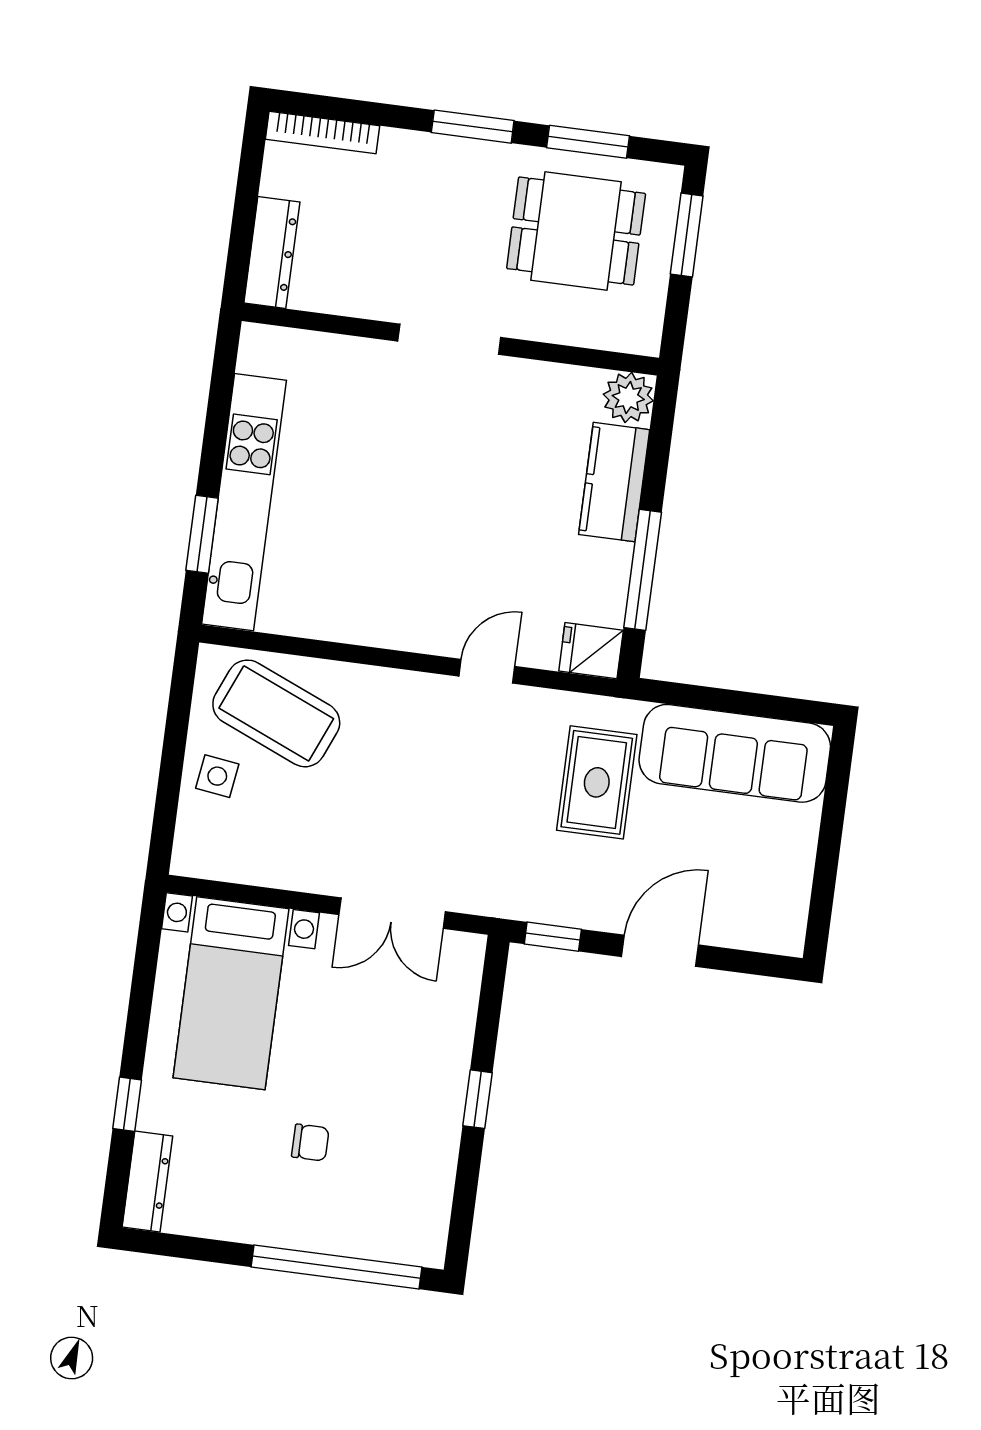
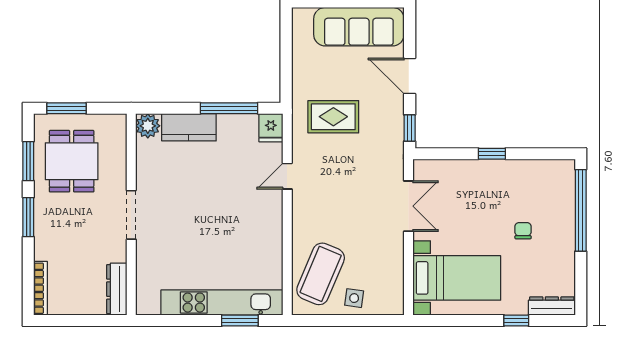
dresser: (272, 252) -> (117, 289), moved, turned -90
door: (487, 671) -> (287, 176), hinge flipped
sofa: (735, 753) -> (359, 27), moved, turned 90

